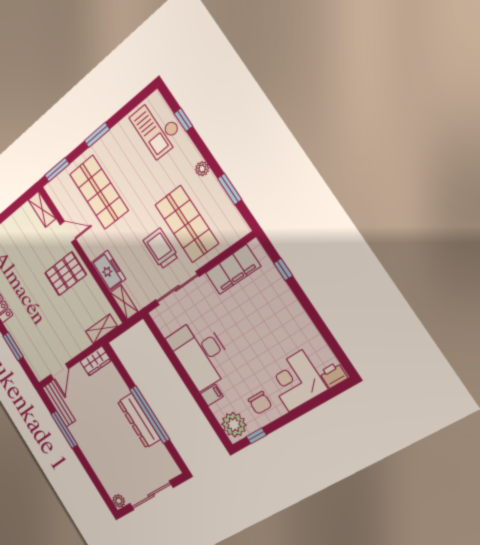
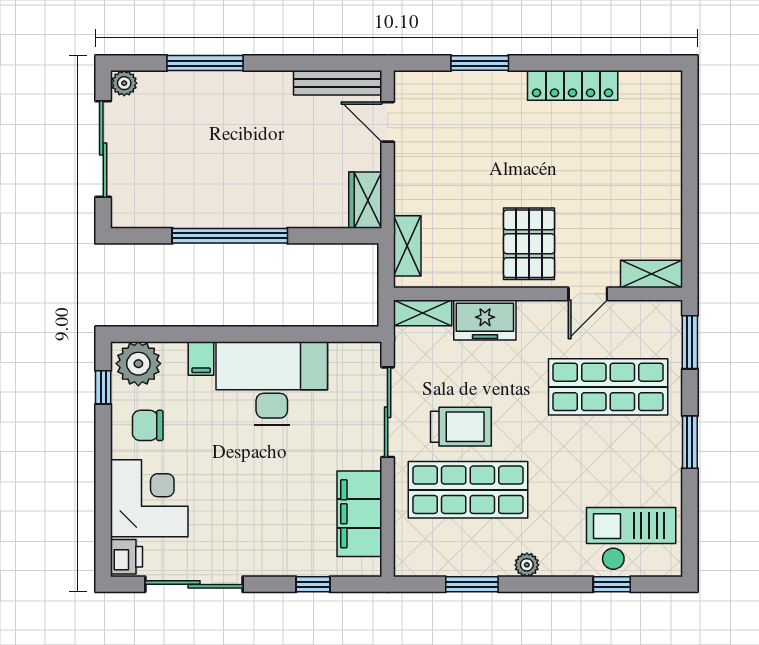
sliding door: (324, 331) -> (194, 584), added
dresser: (139, 421) -> (231, 211), removed
window: (64, 429) -> (205, 63), moved

